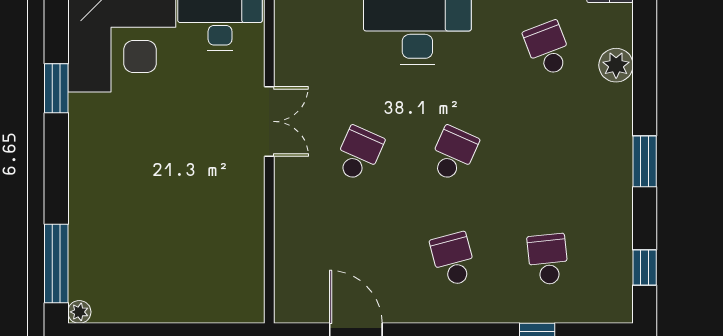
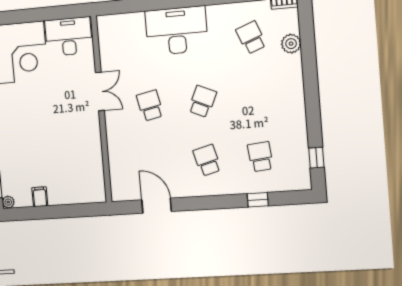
school desk: (359, 154) -> (150, 106), turned -36
window: (645, 161) -> (312, 97), removed
filing cabinet: (140, 306) -> (40, 197), added

